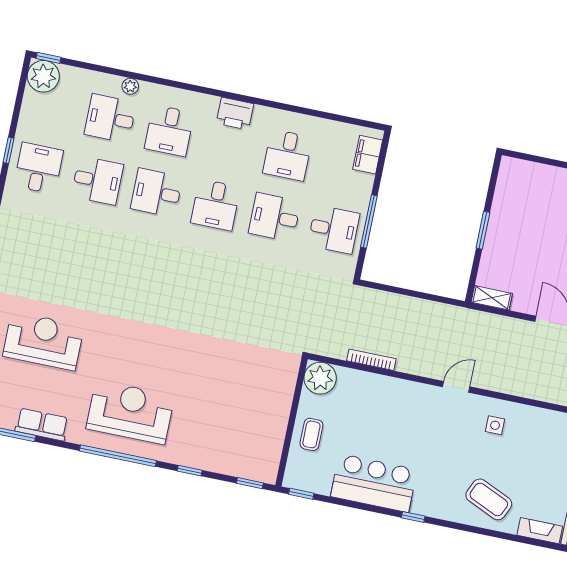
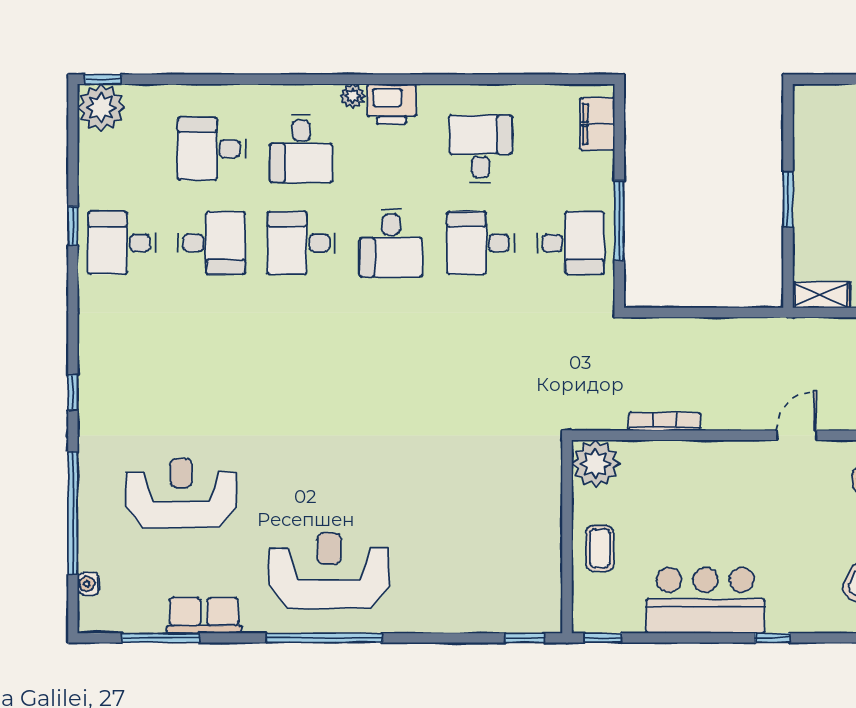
plant: (130, 86) -> (353, 96), moved
desk: (287, 155) -> (481, 149), turned 180
desk: (38, 168) -> (122, 243), turned -90
window: (190, 471) -> (433, 638), removed

